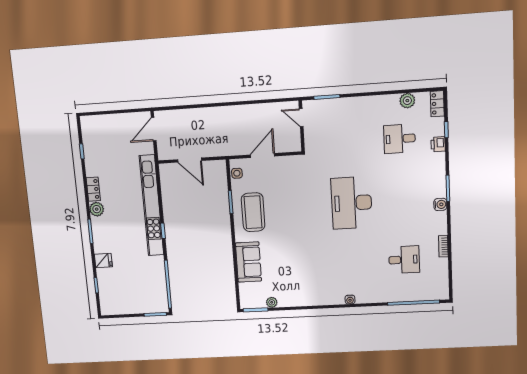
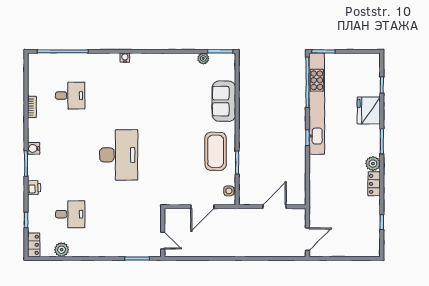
printer: (438, 144) -> (34, 188), moved
door: (190, 160) -> (275, 207), hinge flipped
kitchen unit: (152, 206) -> (317, 104), moved
desk: (404, 260) -> (70, 96), turned 180
fridge: (103, 261) -> (369, 111), width x1.88, depth x1.34

